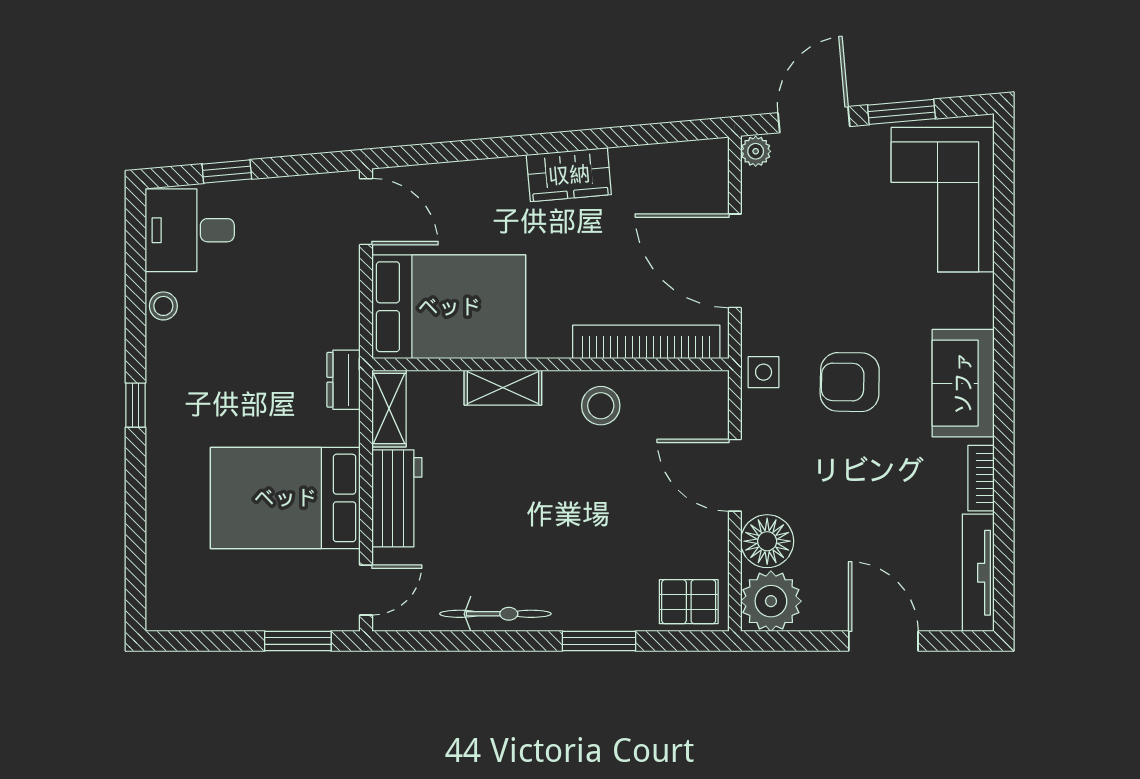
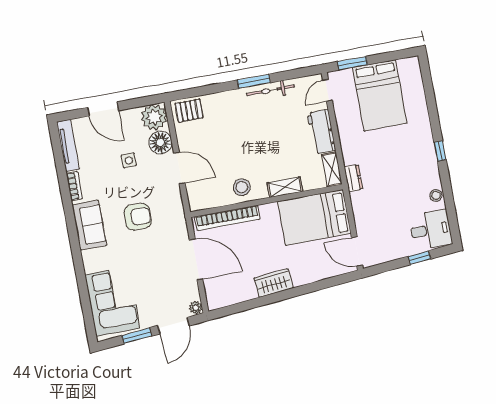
side table: (764, 372) -> (129, 160), moved
bed: (285, 498) -> (380, 95), moved, turned 90
window: (599, 641) -> (254, 81), moved

